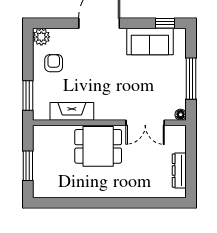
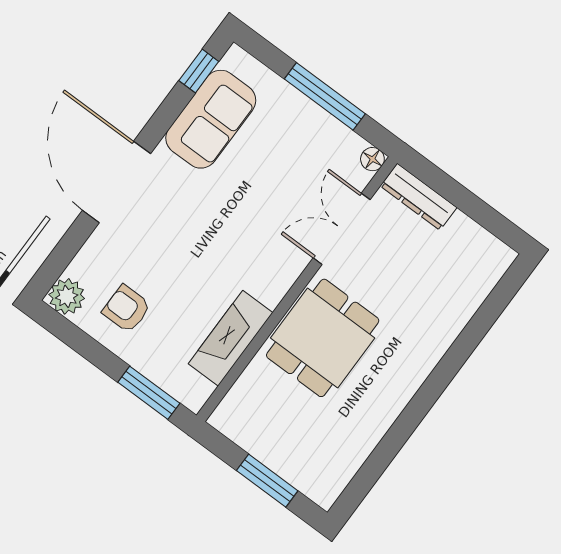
double door: (145, 123) -> (342, 229), swing flipped
dresser: (179, 171) -> (419, 197), moved

